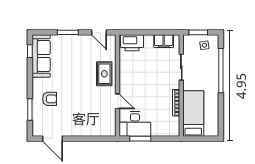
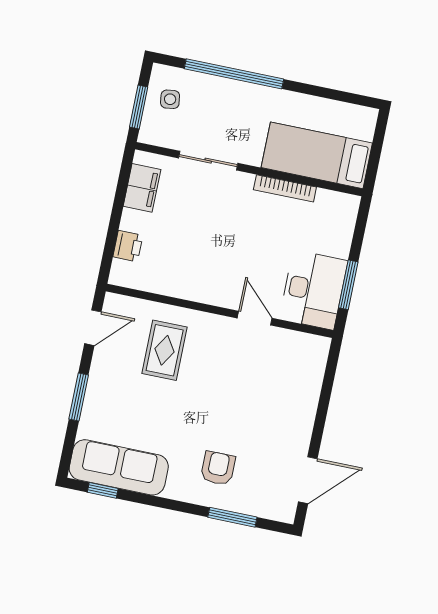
printer: (132, 43) -> (128, 246), width x0.53, depth x0.68
rug: (104, 74) -> (165, 350), moved, turned 90
door: (118, 101) -> (255, 318), hinge flipped

